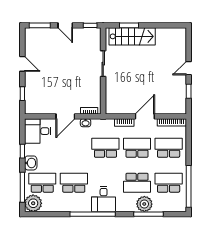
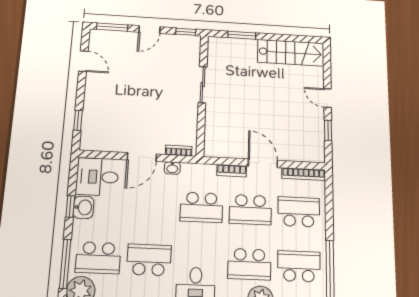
door: (65, 25) -> (149, 29), hinge flipped
stairs: (132, 36) -> (291, 53), moved
door: (22, 64) -> (83, 61), moved
door: (189, 68) -> (327, 98), hinge flipped
door: (145, 116) -> (263, 163), hinge flipped
school desk: (105, 148) -> (201, 207), turned 180
school desk: (137, 148) -> (250, 210), turned 180
washbasin: (31, 163) -> (84, 207), moved
school desk: (42, 183) -> (98, 258), turned 180

